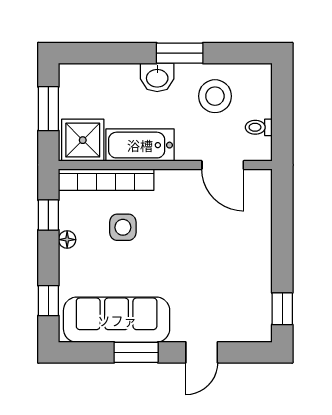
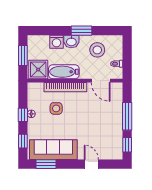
washing machine: (124, 78) -> (56, 42), added
bookcase: (106, 180) -> (65, 87), moved
window: (48, 215) -> (23, 115), moved
window: (282, 245) -> (127, 116), added
window: (136, 352) -> (46, 164), moved
door: (202, 352) -> (91, 164), swing flipped

